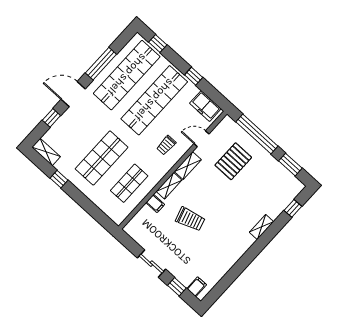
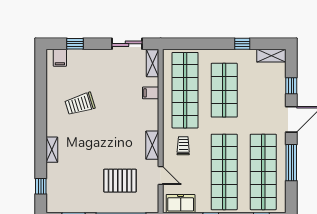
door: (201, 139) -> (161, 176), hinge flipped
pallet: (233, 161) -> (120, 181), turned 90
shop shelf: (129, 183) -> (185, 90), width x2.00, depth x1.36
shelving: (169, 186) -> (152, 63), moved
trolley: (190, 219) -> (80, 104), moved
sliding door: (151, 264) -> (127, 44), moved

